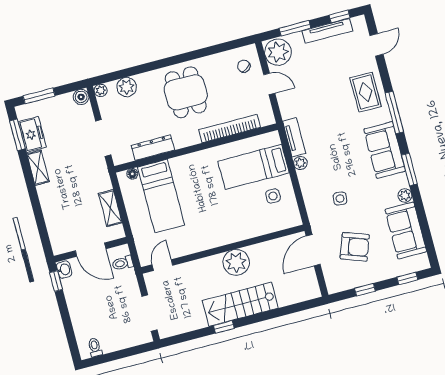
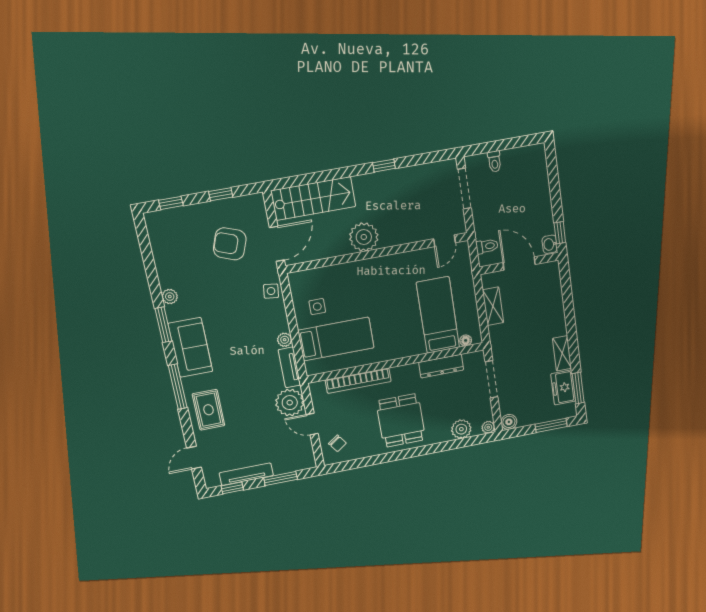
plant: (278, 52) -> (290, 403), moved
side table: (340, 199) -> (271, 291), moved
sofa: (406, 230) -> (170, 258), removed
stairs: (240, 304) -> (313, 199), moved
toilet: (95, 347) -> (494, 161), moved

